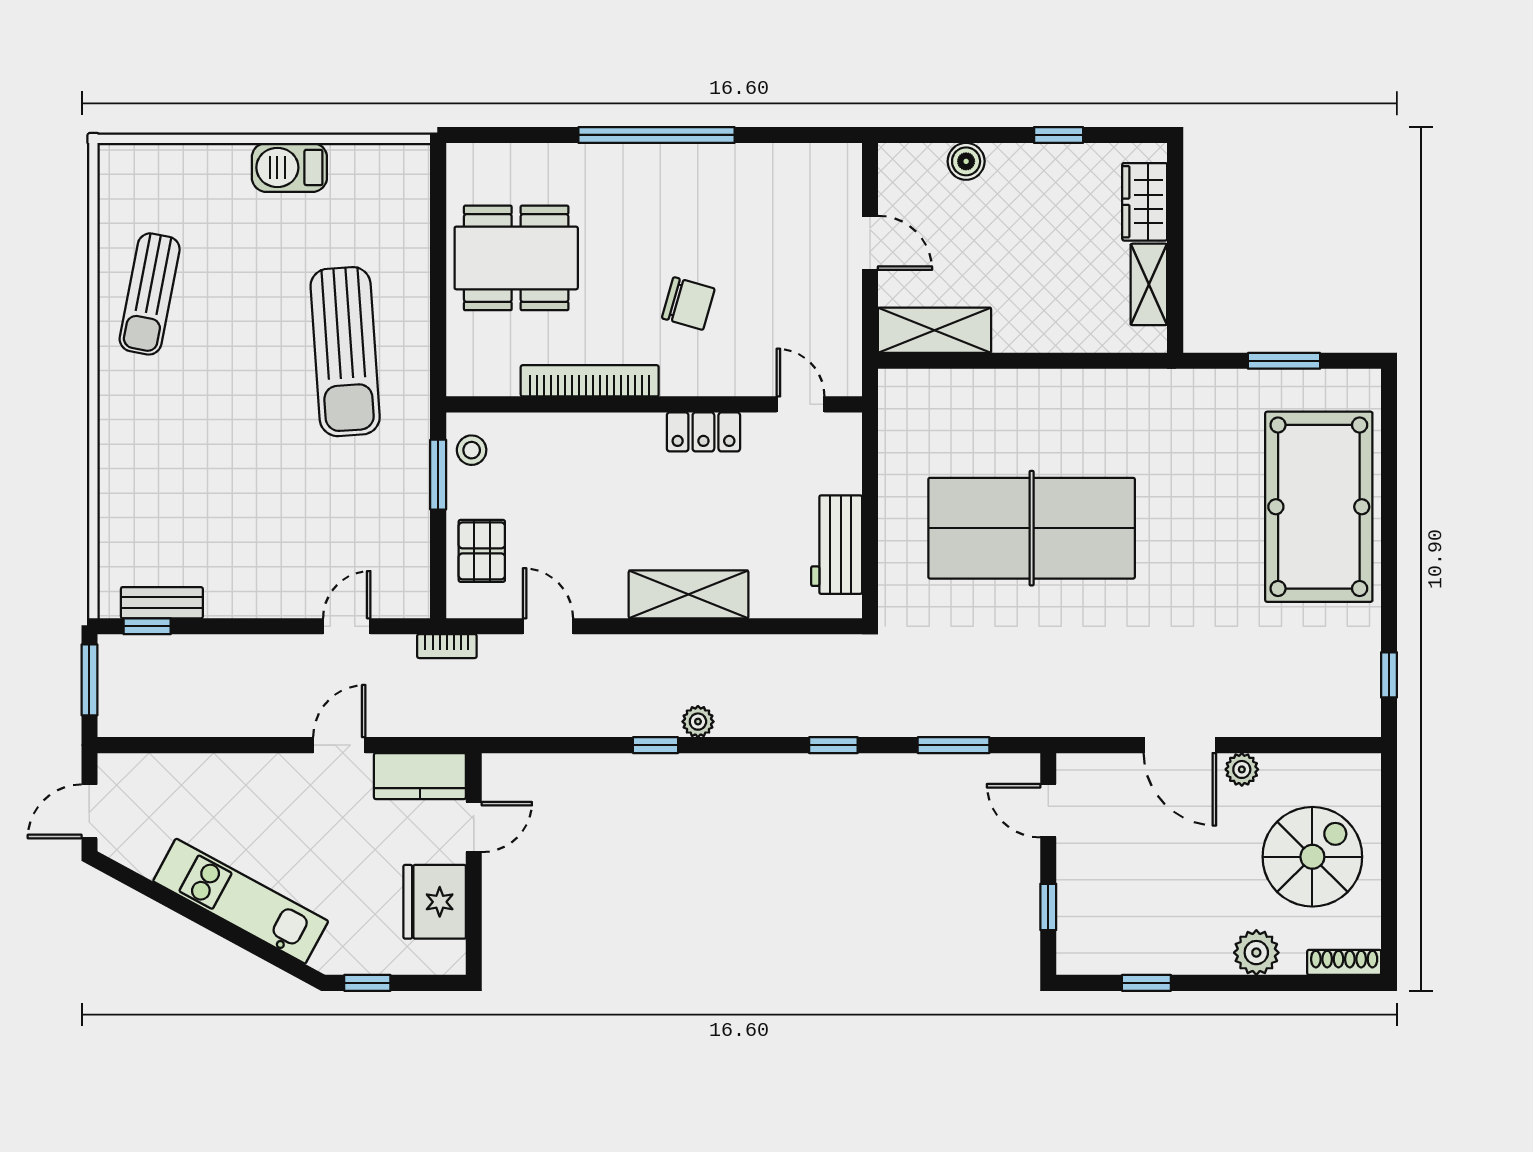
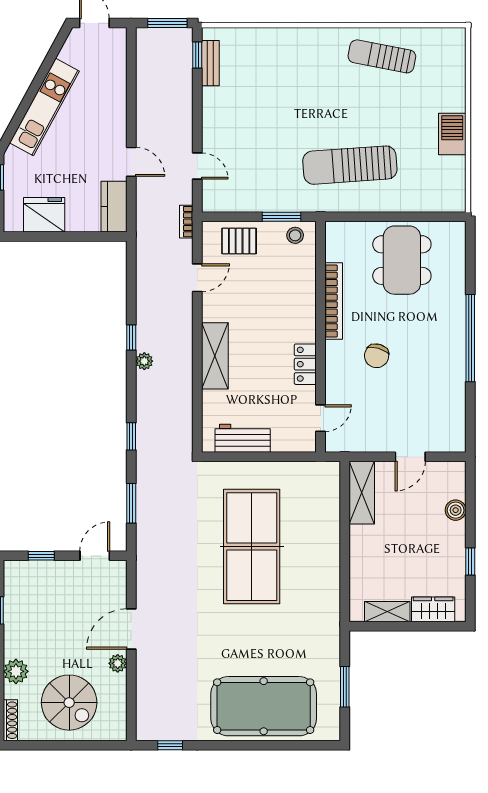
door: (474, 827) -> (86, 237), removed

